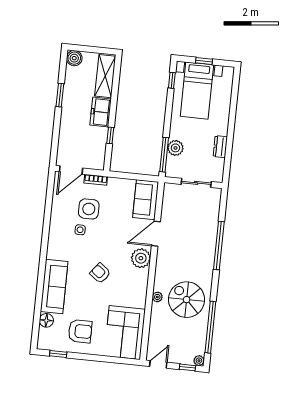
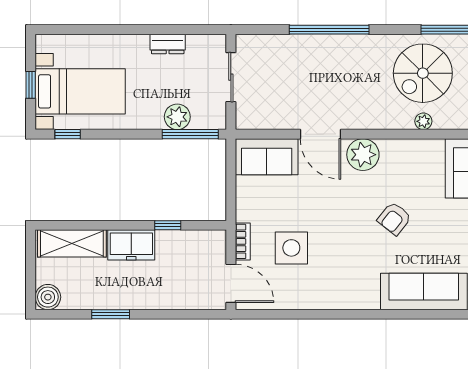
side table: (80, 230) -> (327, 259), removed

